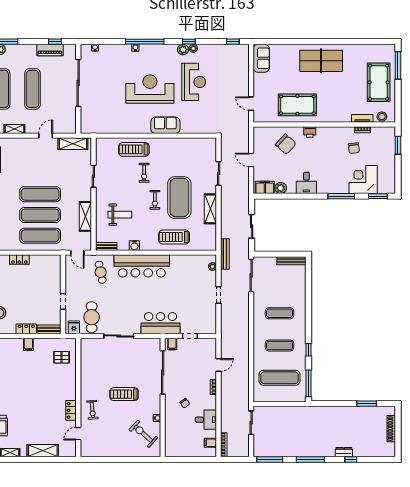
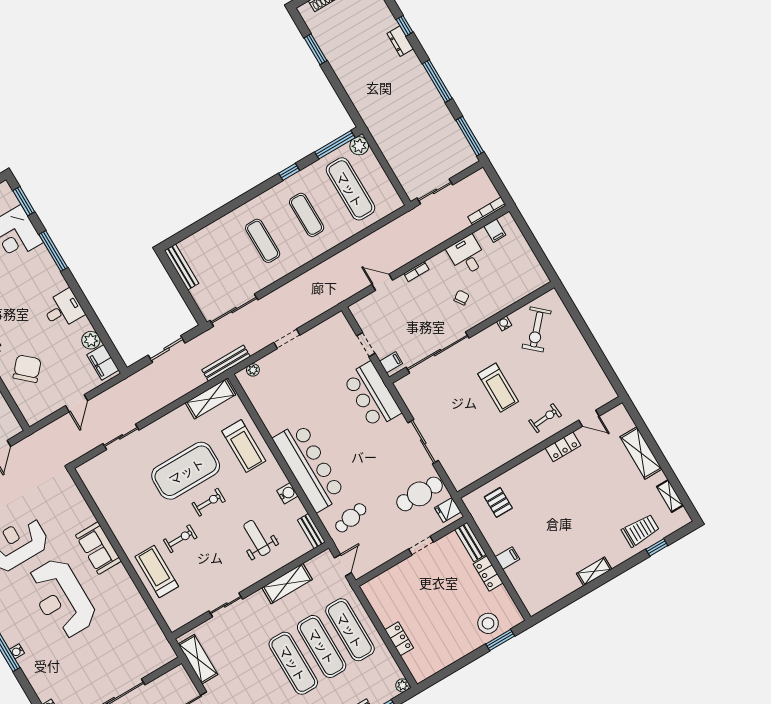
treadmill: (134, 149) -> (157, 571), turned 180
shelving: (210, 209) -> (210, 399), moved
plant: (300, 396) -> (359, 146), added

